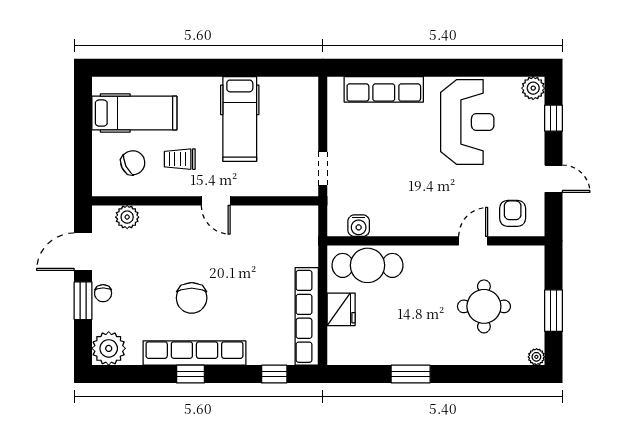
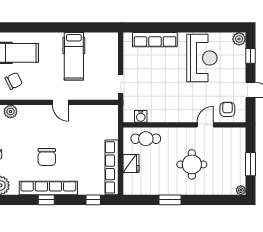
trolley: (180, 159) -> (40, 79), removed
cafe table: (367, 265) -> (146, 139), width x0.73, depth x0.74
round table: (484, 306) -> (192, 164), moved

